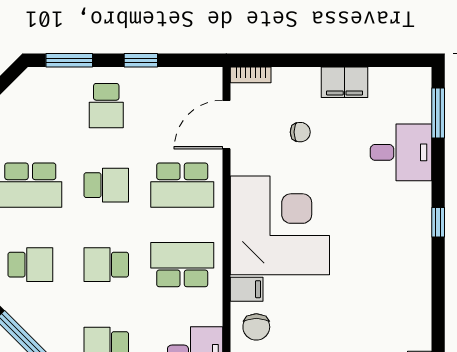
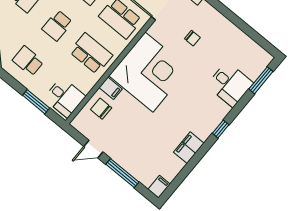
filing cabinet: (345, 82) -> (189, 148), moved, turned 90
school desk: (106, 265) -> (57, 26), turned -90
chair: (256, 327) -> (101, 109), turned 90

